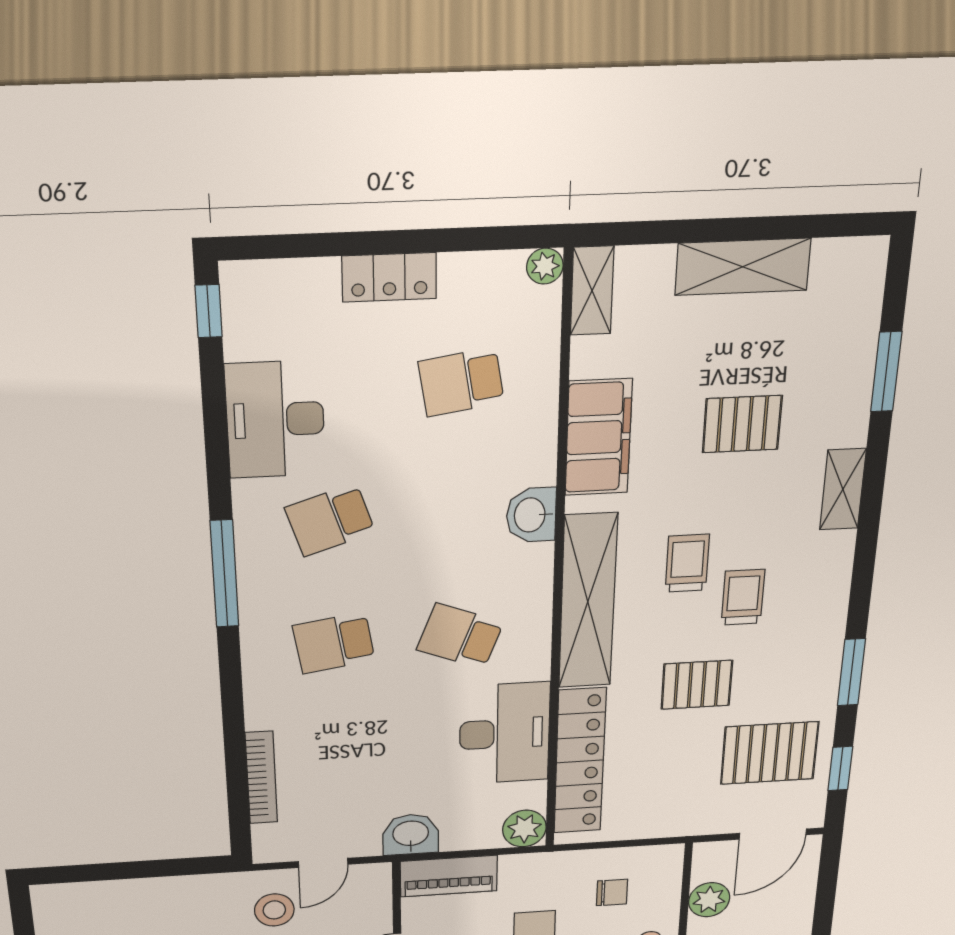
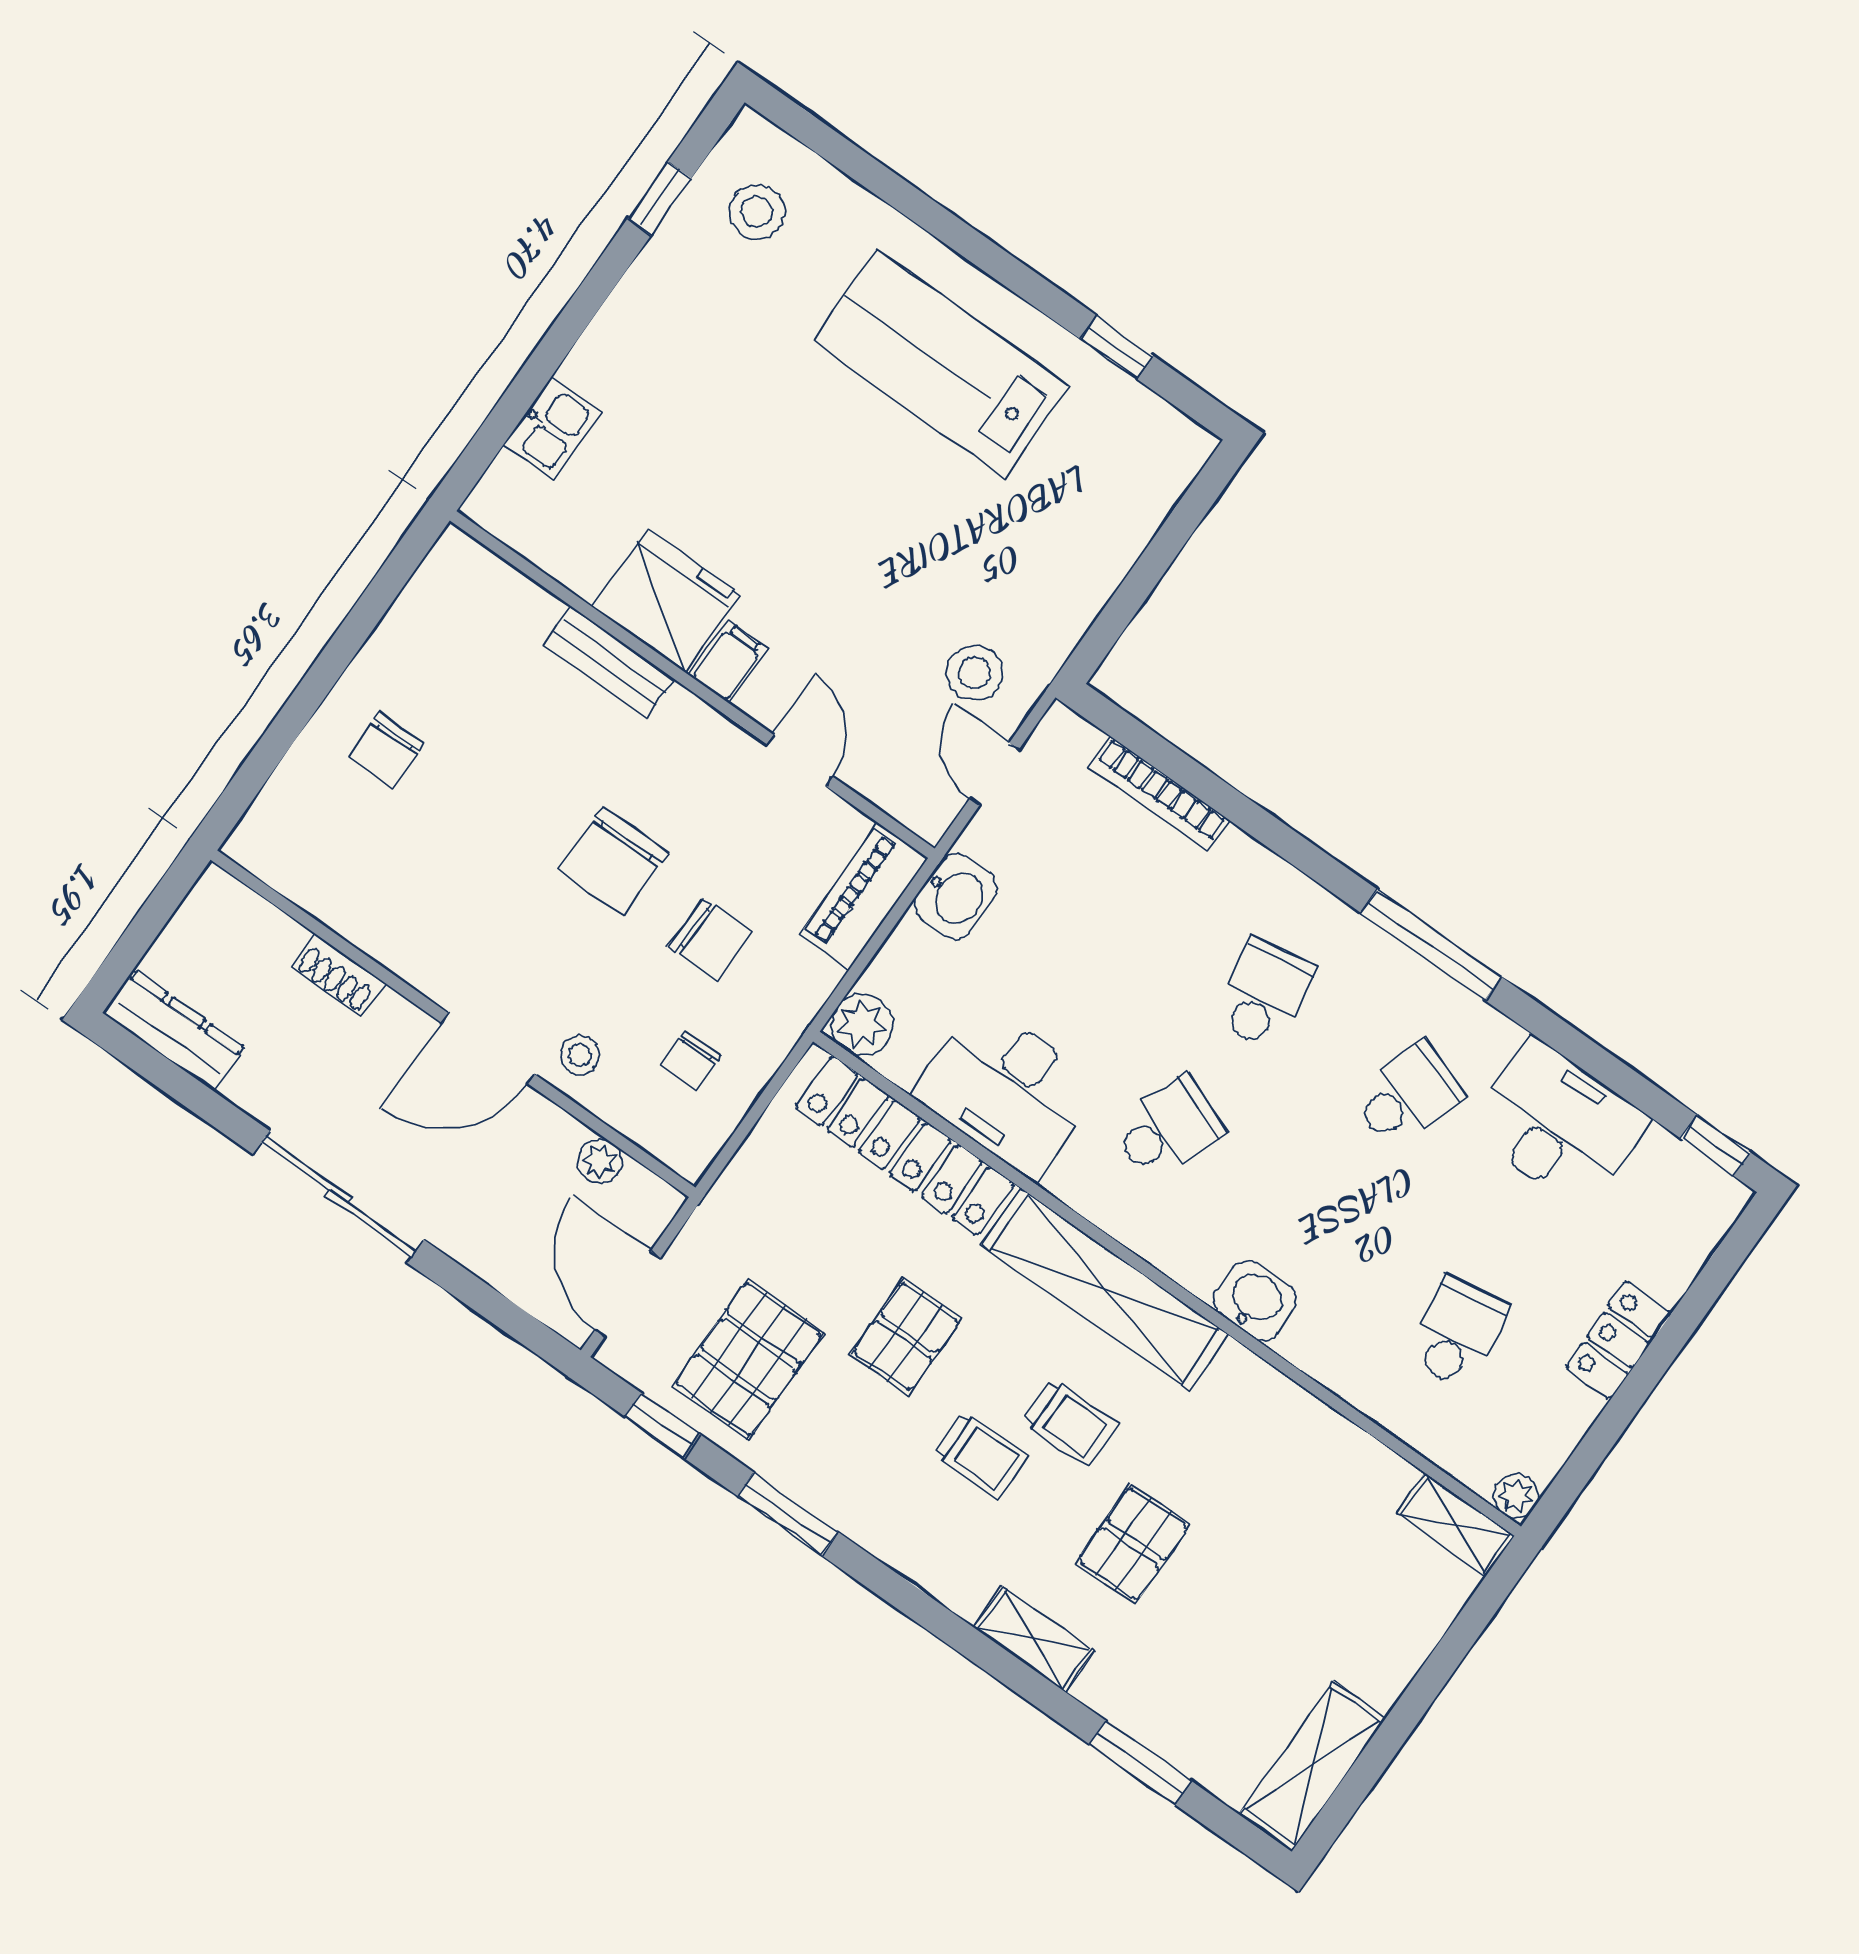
shelving: (743, 267) -> (1313, 1766), moved
pallet: (742, 424) -> (1133, 1544), moved
filing cabinet: (598, 437) -> (1291, 1427), removed
school desk: (330, 520) -> (1408, 1095), turned 36
plant: (709, 900) -> (600, 1161), width x0.73, depth x0.73

